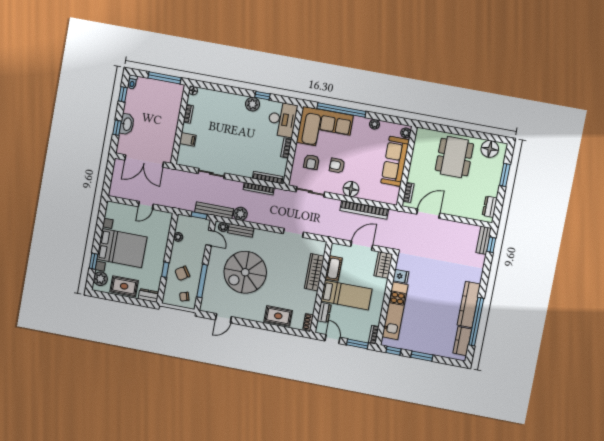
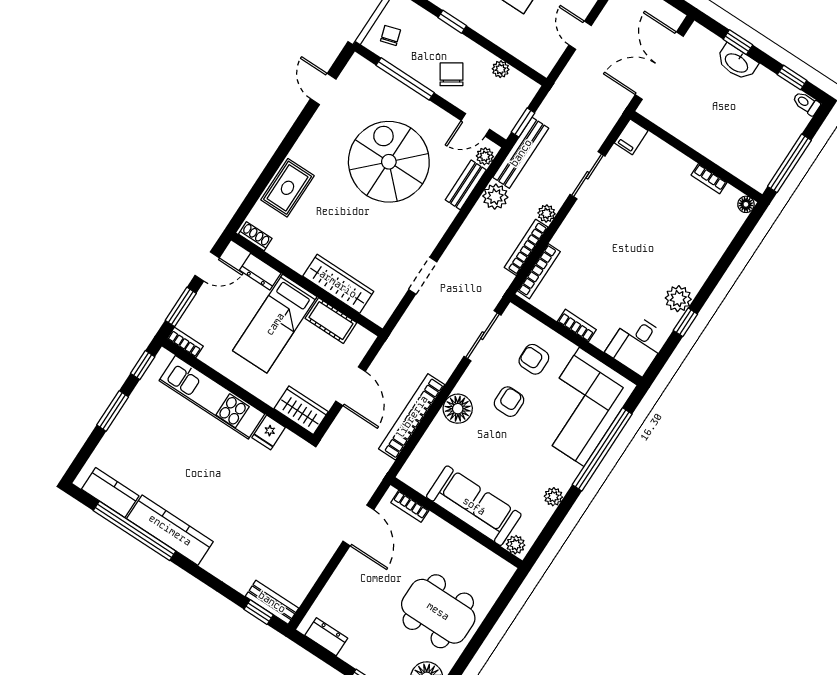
desk: (282, 119) -> (637, 344), width x0.73
filing cabinet: (188, 139) -> (631, 137), moved
plant: (238, 186) -> (546, 213), added
chair: (182, 273) -> (452, 74), moved

